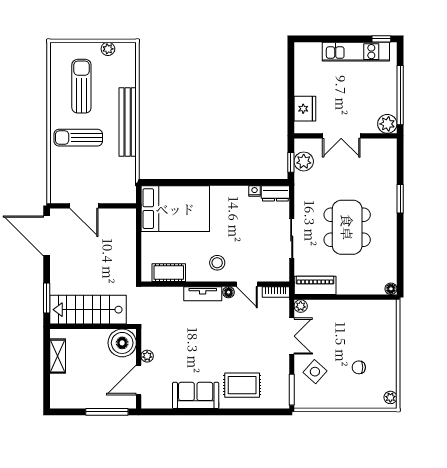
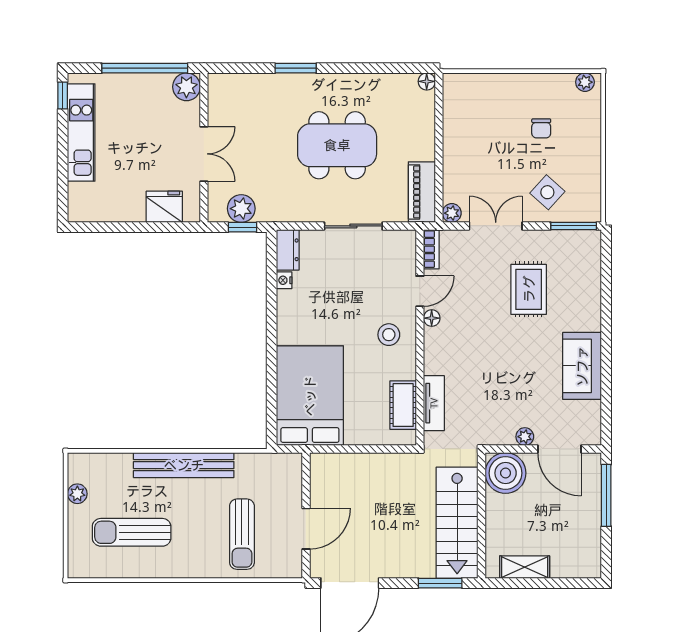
sun lounger: (78, 138) -> (242, 534), moved
tv unit: (203, 294) -> (434, 403), moved
rug: (242, 385) -> (529, 289), moved

